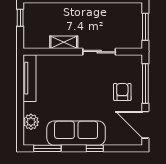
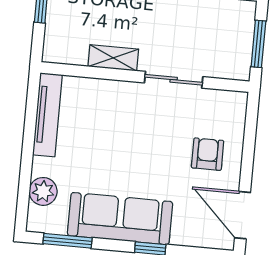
window: (145, 84) -> (249, 143), removed

